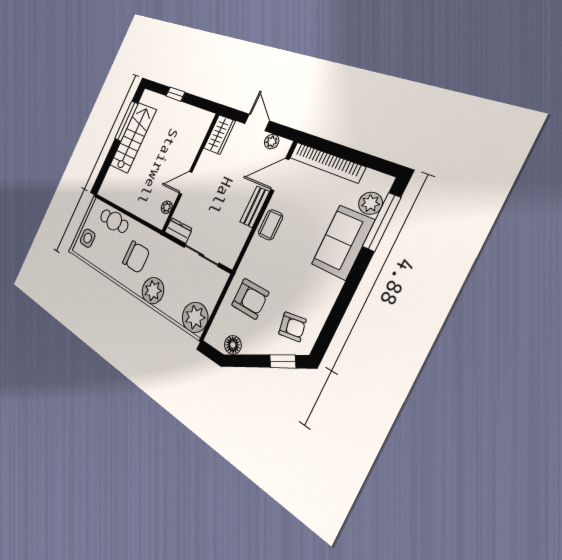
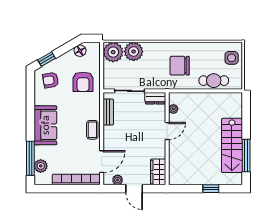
bench: (255, 207) -> (108, 112), moved
sofa: (343, 242) -> (45, 125), moved
plant: (153, 291) -> (134, 51), moved
armchair: (250, 299) -> (83, 82), turned -90

